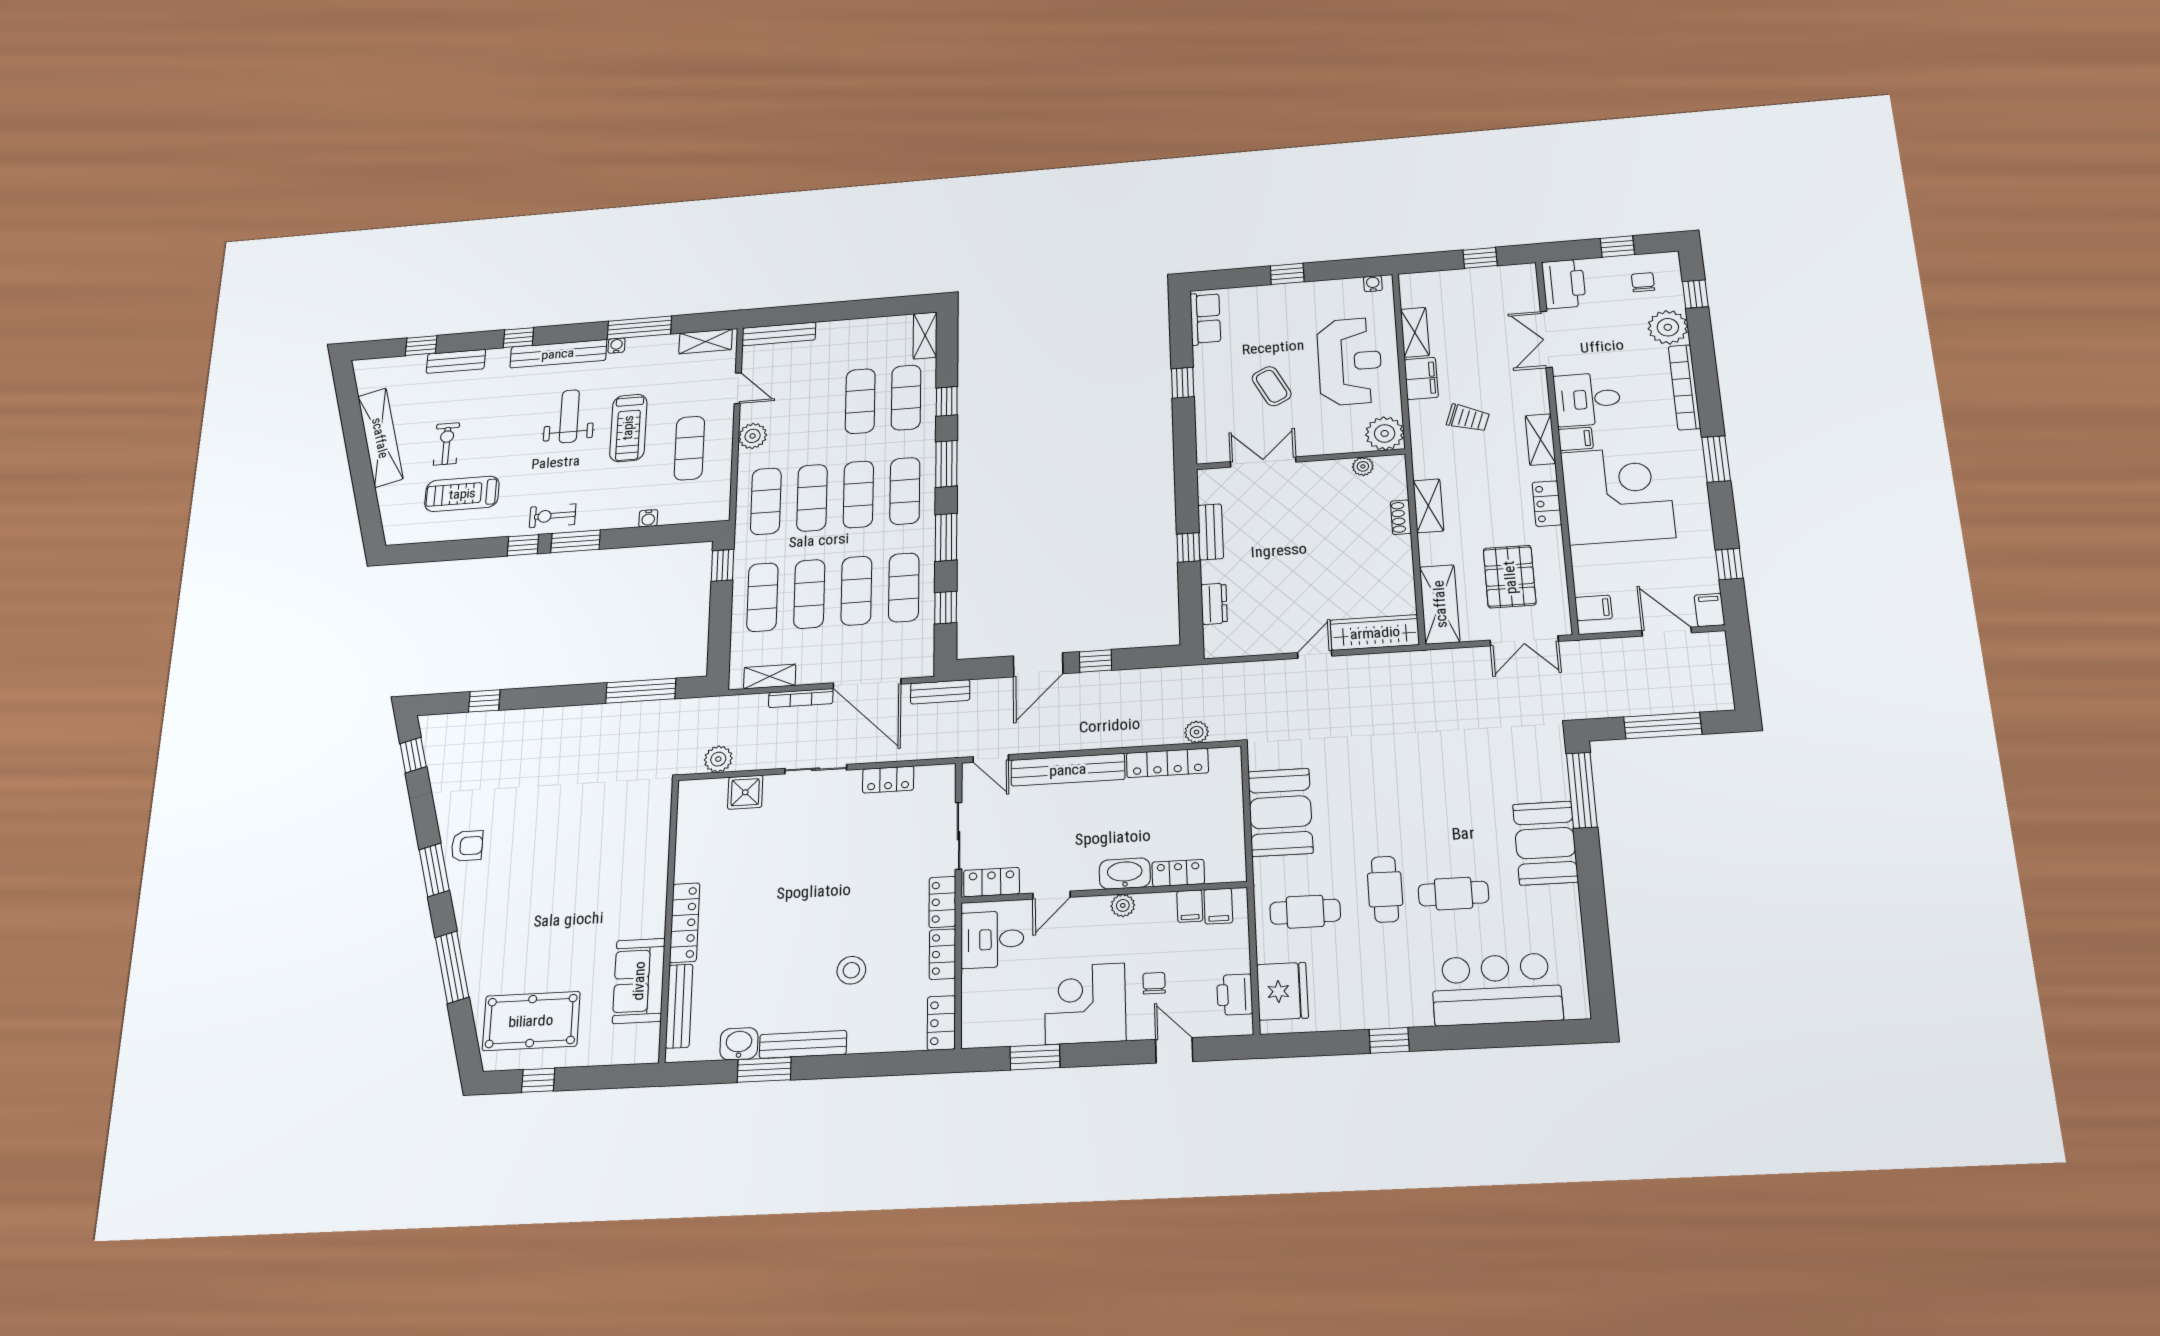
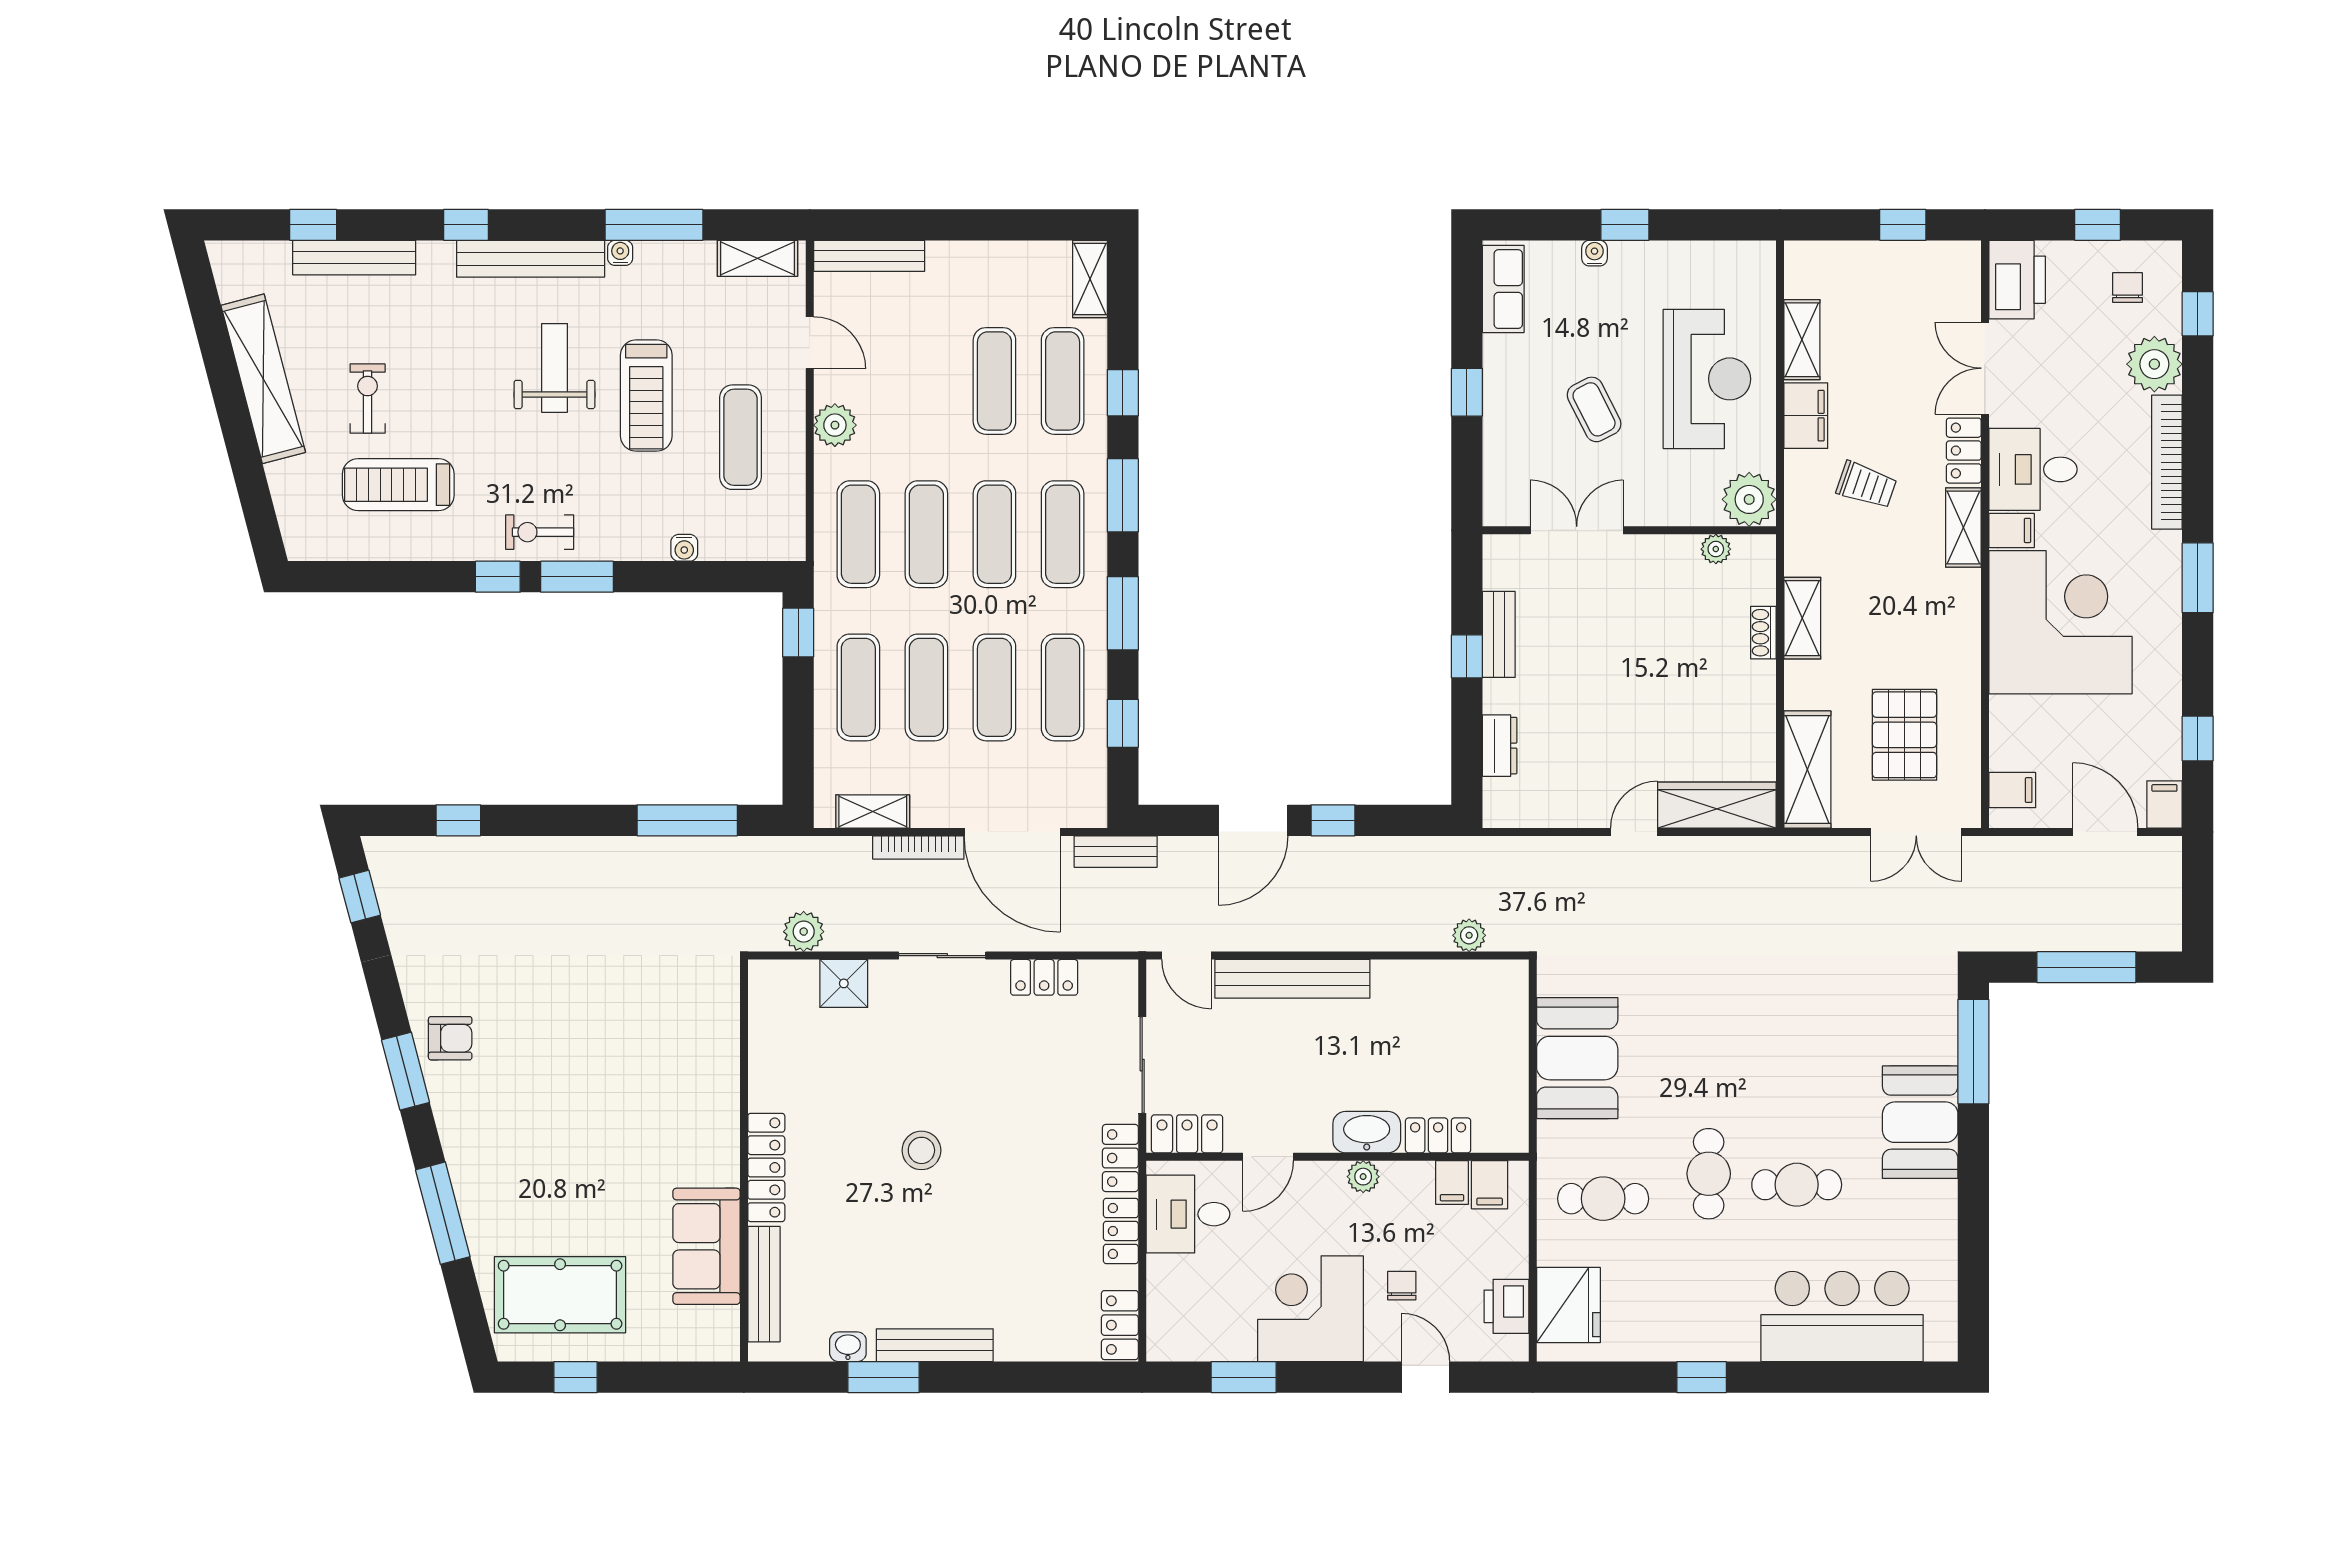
water cooler: (1373, 284) -> (1594, 253), moved
bench: (456, 361) -> (354, 258), width x1.36
locker: (1547, 504) -> (1964, 451), moved
locker: (1167, 763) -> (1428, 978), removed
stool: (851, 970) -> (921, 1150), moved
washbasin: (739, 1044) -> (848, 1347), width x0.72, depth x0.69

